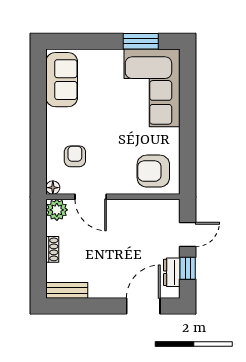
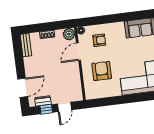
armchair: (153, 171) -> (102, 71), moved
door: (188, 234) -> (65, 107), hinge flipped
door: (143, 306) -> (23, 88), hinge flipped

